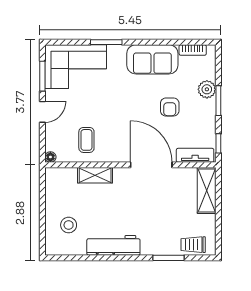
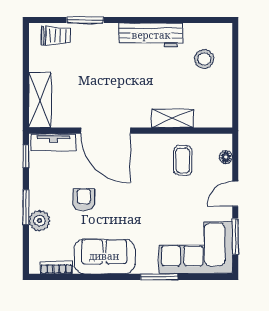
floor lamp: (50, 157) -> (226, 157), moved

